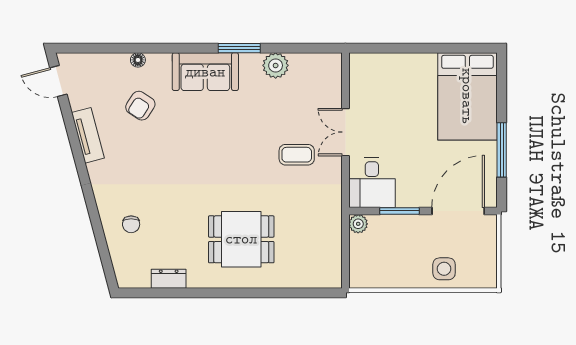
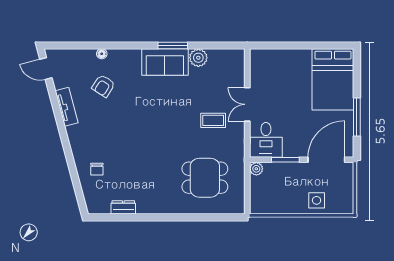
sofa: (205, 72) -> (165, 62), moved
dining table: (241, 239) -> (205, 178), moved

